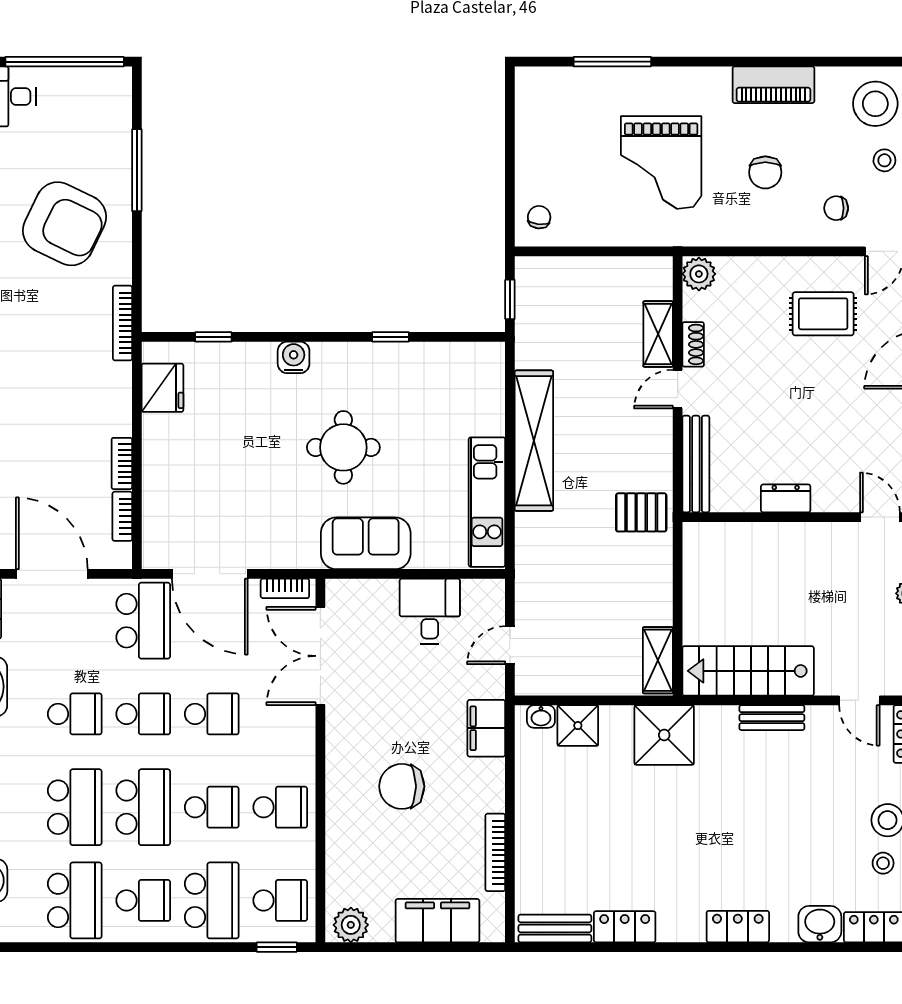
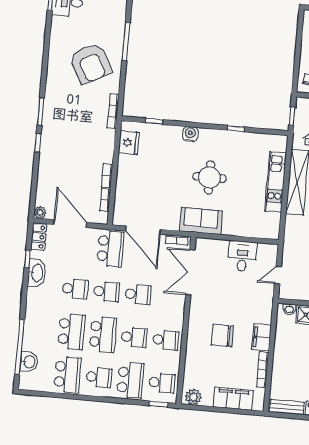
armchair: (65, 224) -> (91, 63), turned 36
kitchen unit: (487, 502) -> (276, 182), moved
sofa: (366, 543) -> (201, 221), moved
filing cabinet: (486, 728) -> (261, 337), moved

